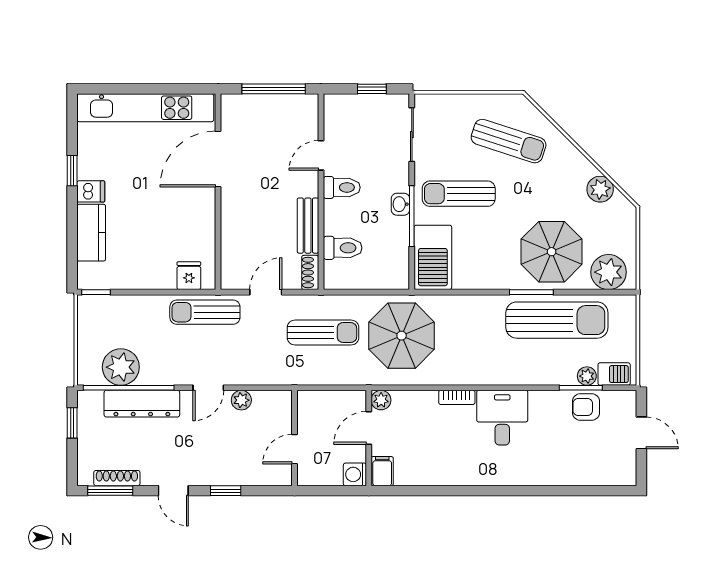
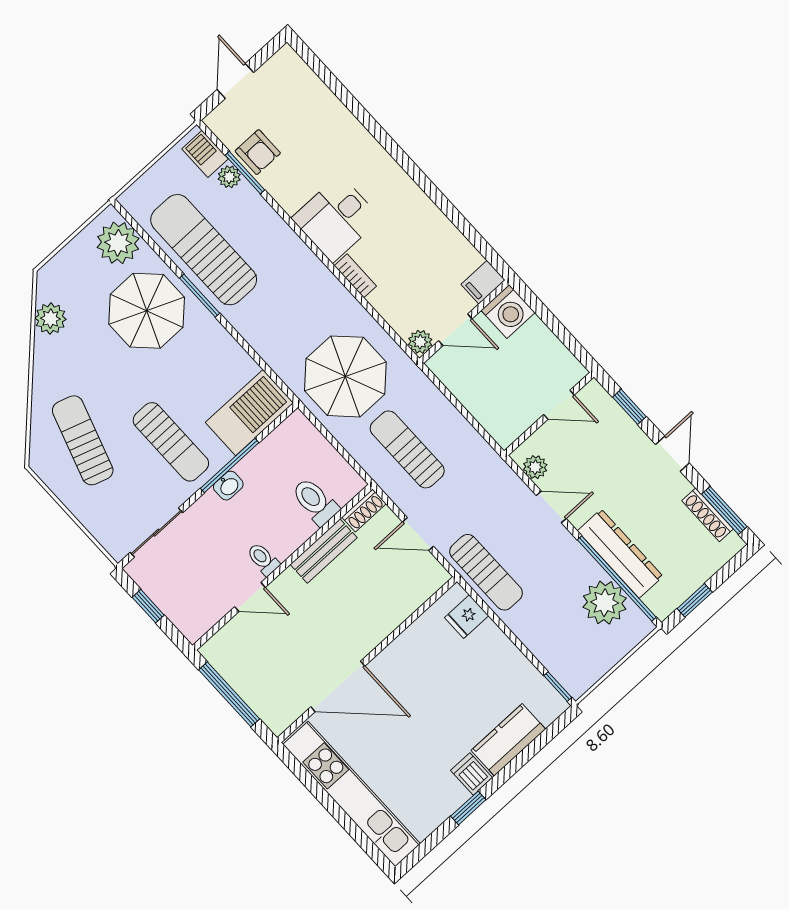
toilet: (342, 187) -> (263, 559), width x0.73, depth x0.72
wall: (295, 438) -> (549, 414), moved
door: (295, 449) -> (559, 405), moved
washing machine: (355, 474) -> (508, 311), width x1.38, depth x1.38

